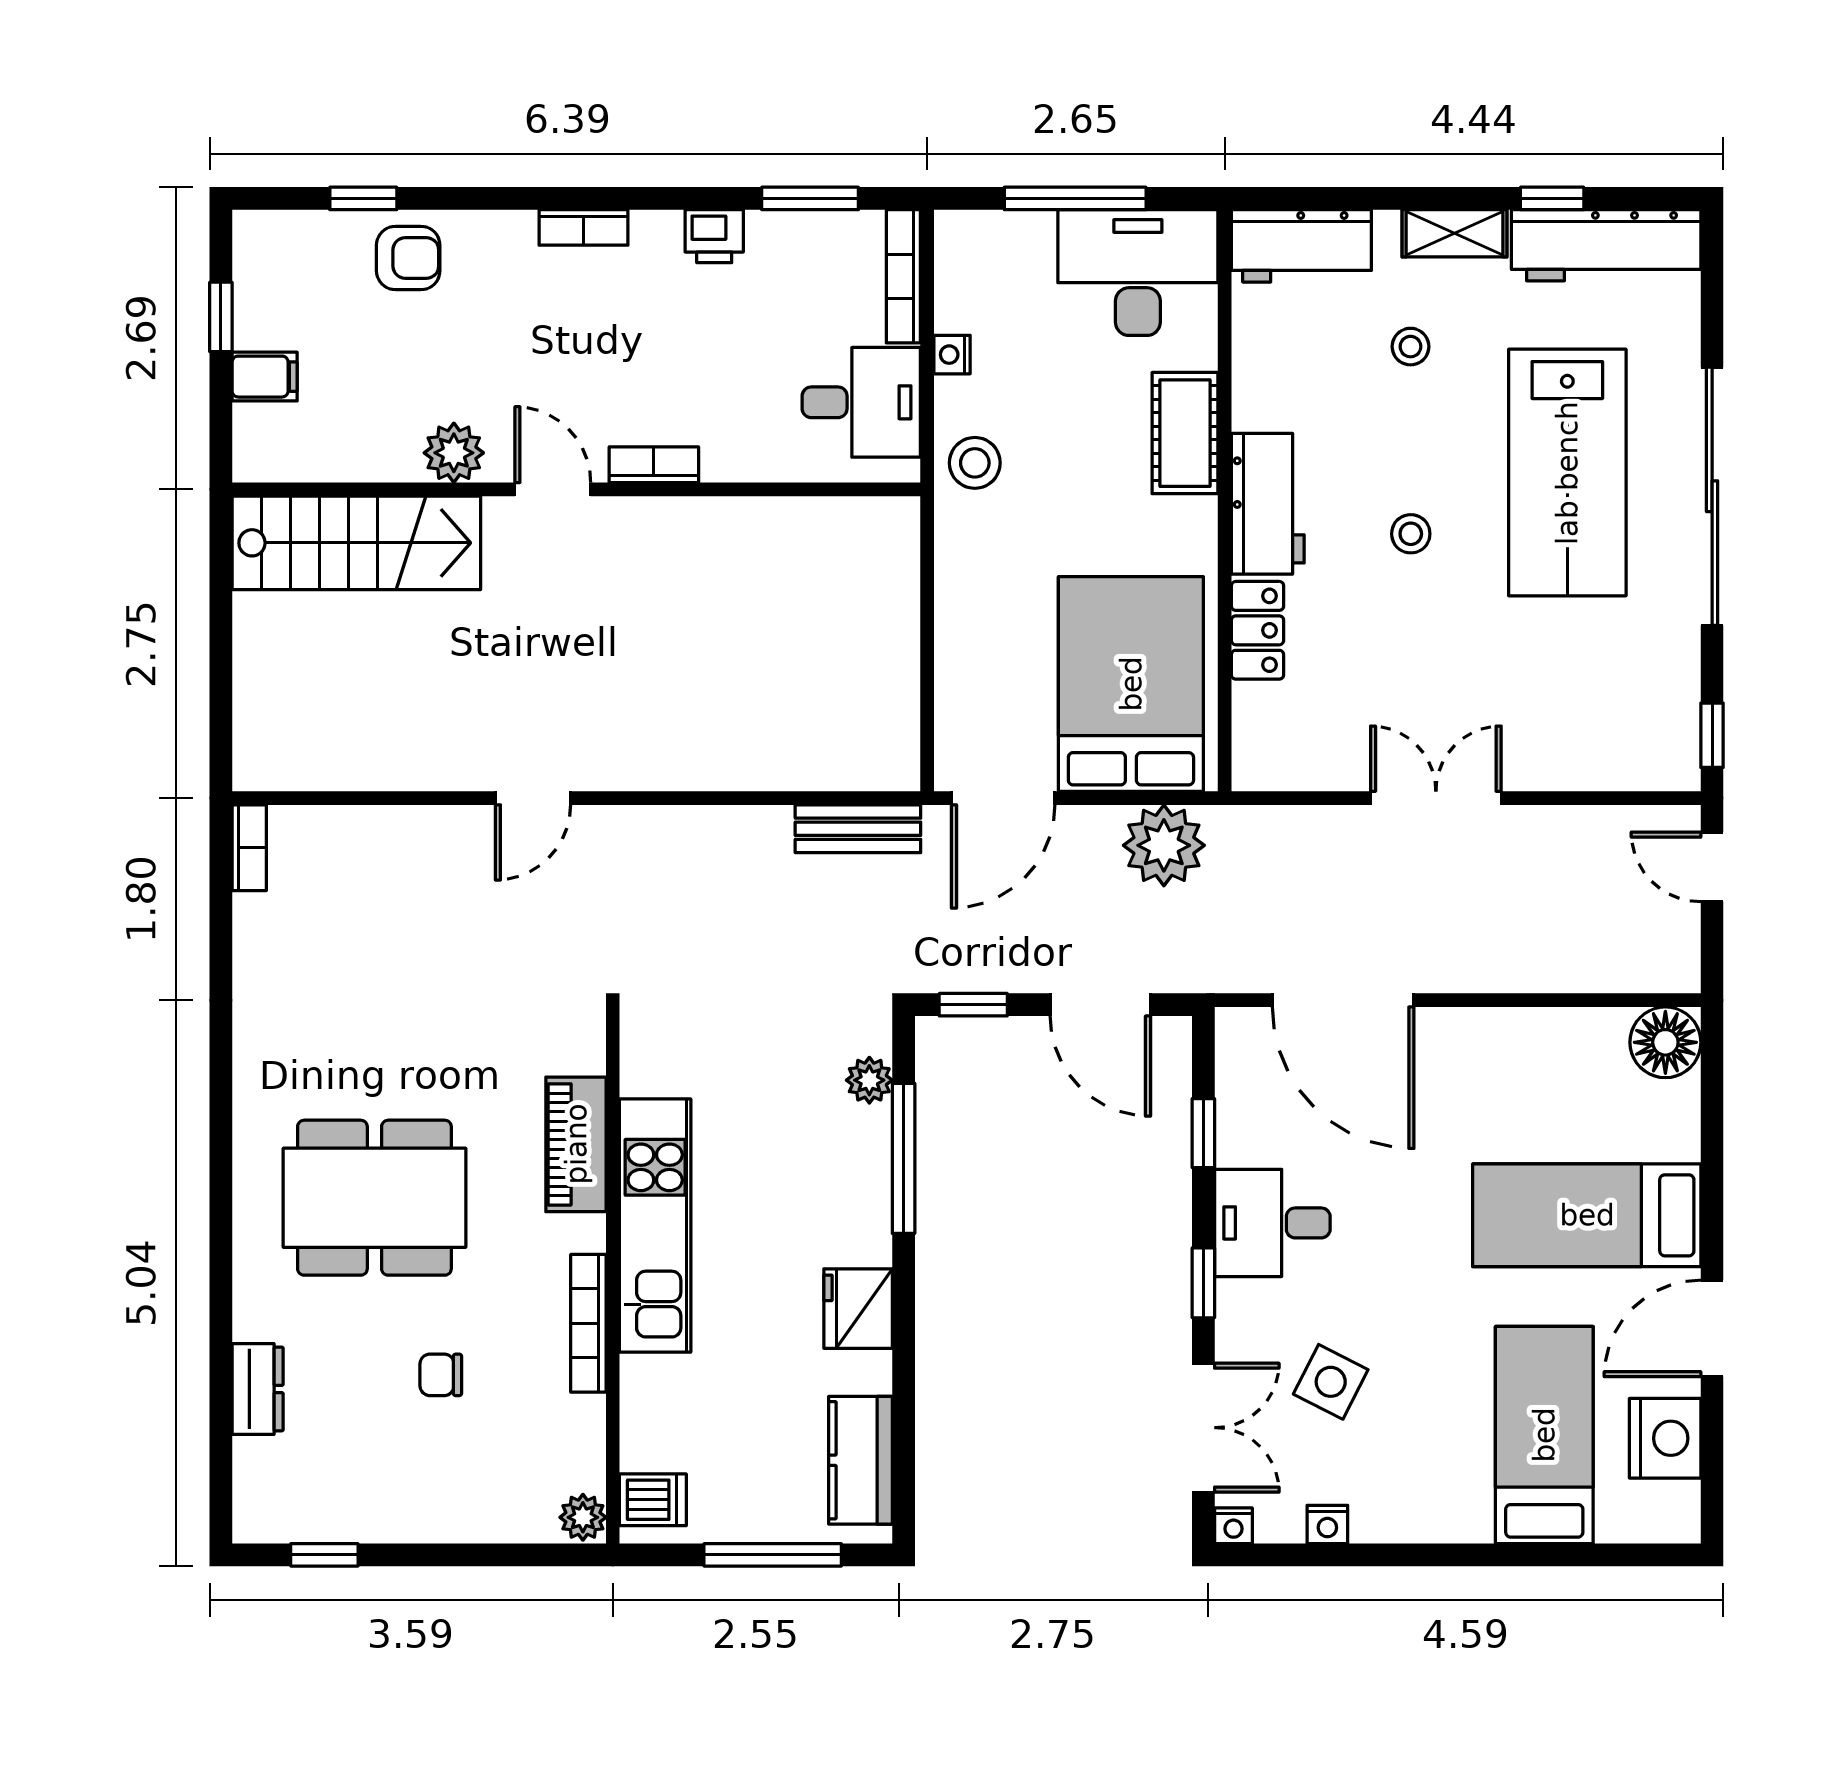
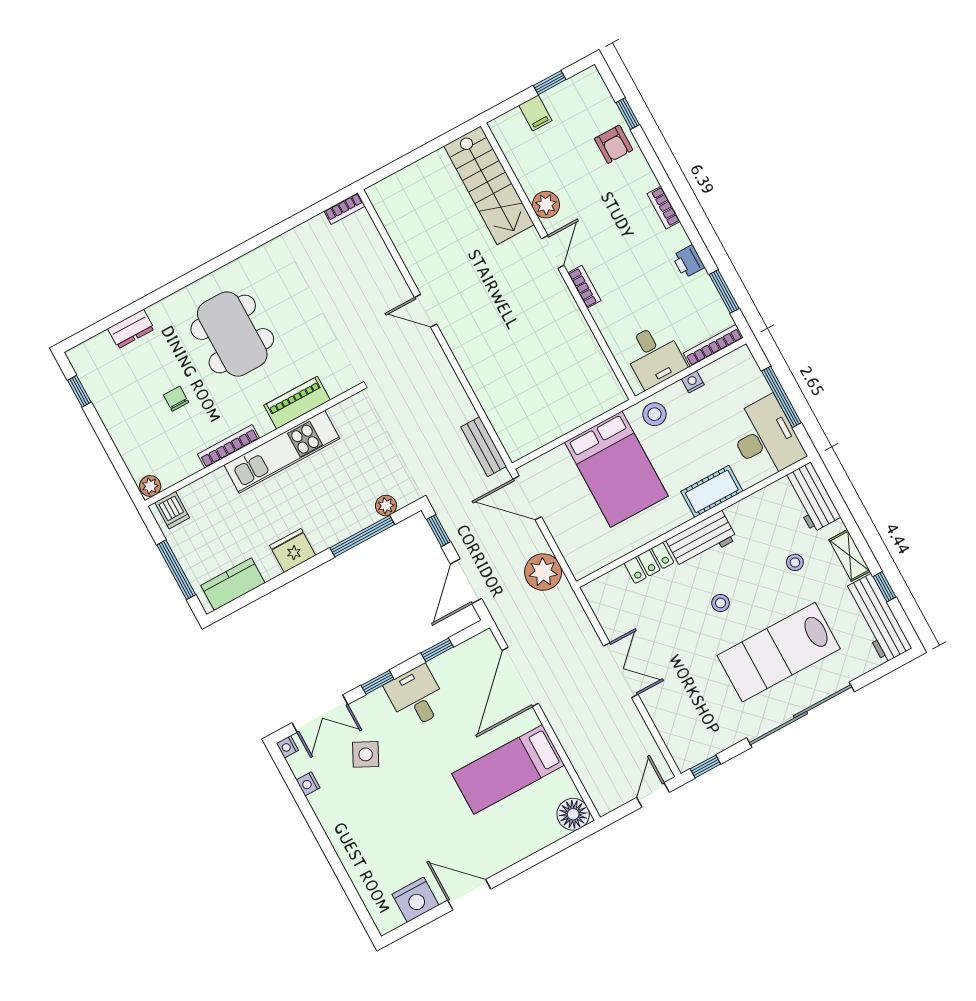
bed: (1131, 684) -> (616, 469), moved, turned 90
bed: (1587, 1215) -> (508, 769), moved, turned -90
bed: (1544, 1435) -> (391, 851), removed

